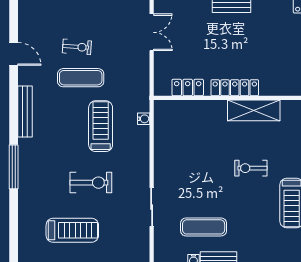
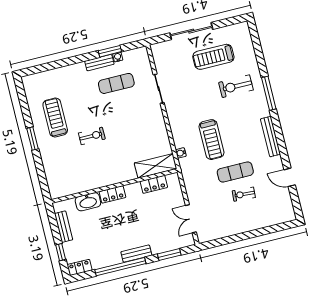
washbasin: (276, 86) -> (88, 202), added
locker: (235, 88) -> (112, 194), width x0.66
shelving: (254, 110) -> (156, 166), moved
exercise bike: (91, 183) -> (236, 86), moved

